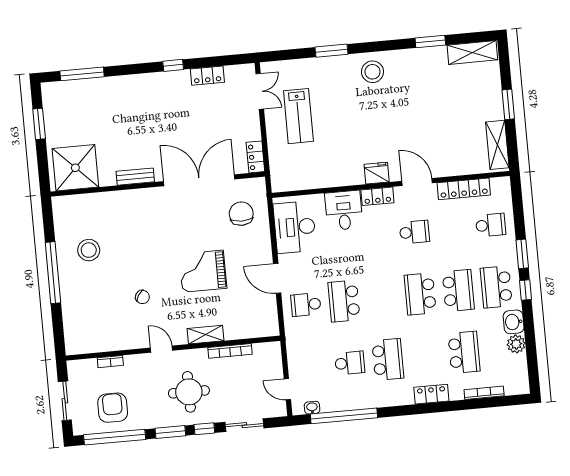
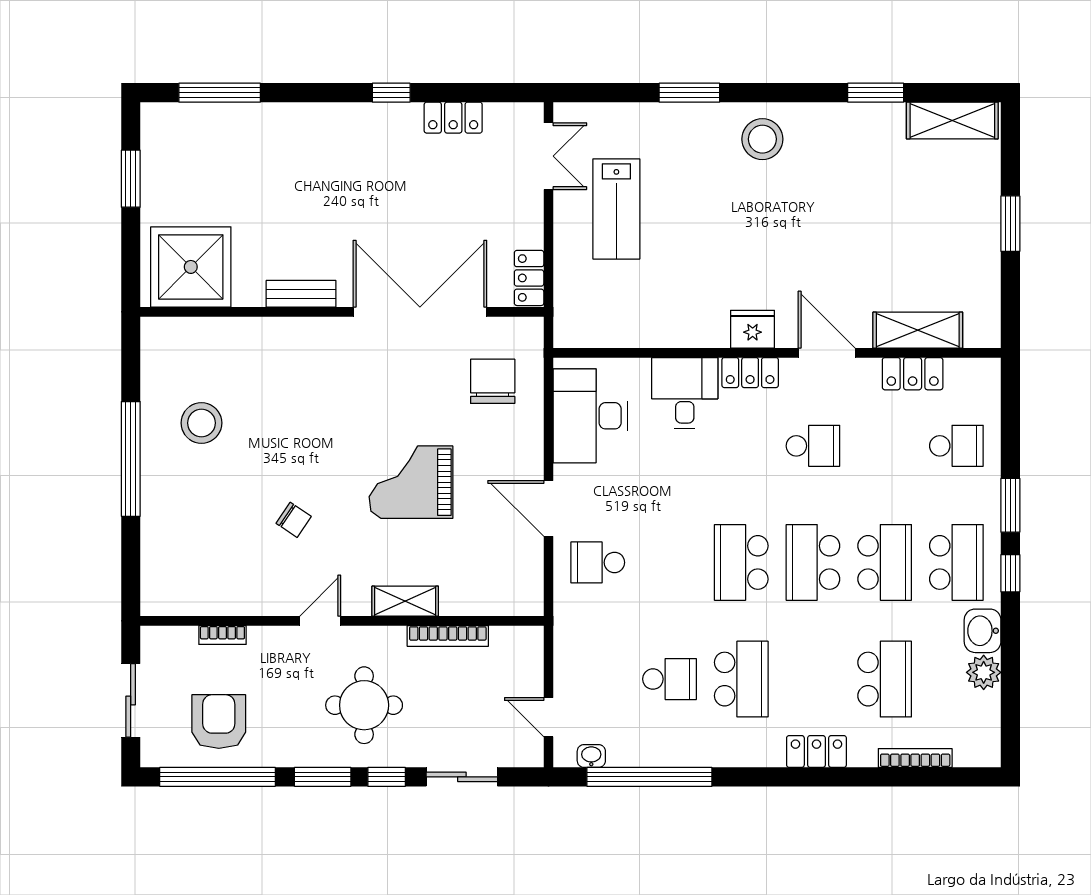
shelving: (497, 145) -> (918, 330), moved, turned 90
locker: (464, 189) -> (913, 374), width x0.66
school desk: (496, 287) -> (956, 562), turned 180
school desk: (344, 301) -> (741, 562), moved
door: (161, 349) -> (320, 621), hinge flipped

